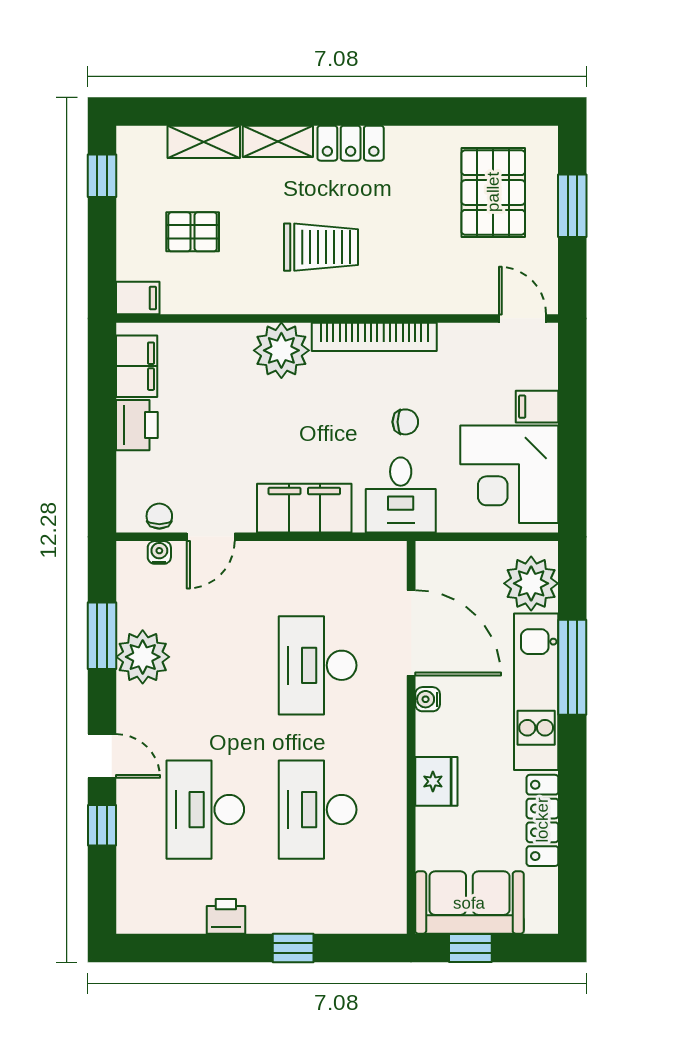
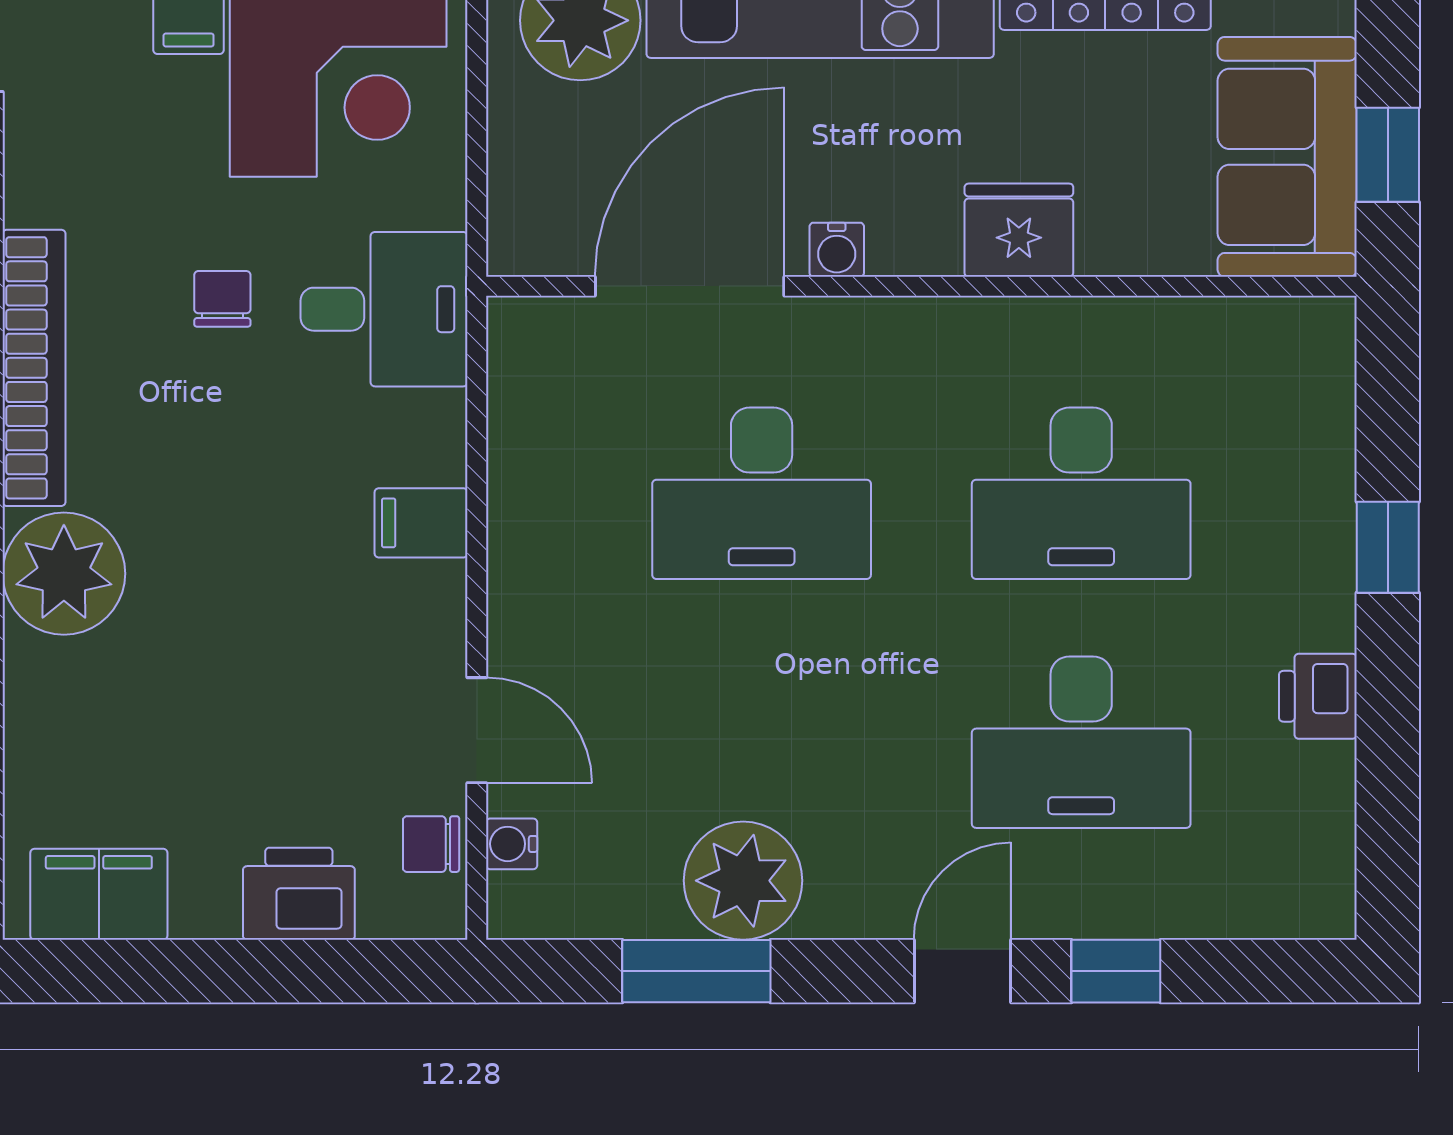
printer: (137, 425) -> (299, 894), moved
filing cabinet: (304, 508) -> (421, 523), width x0.33, depth x0.86

